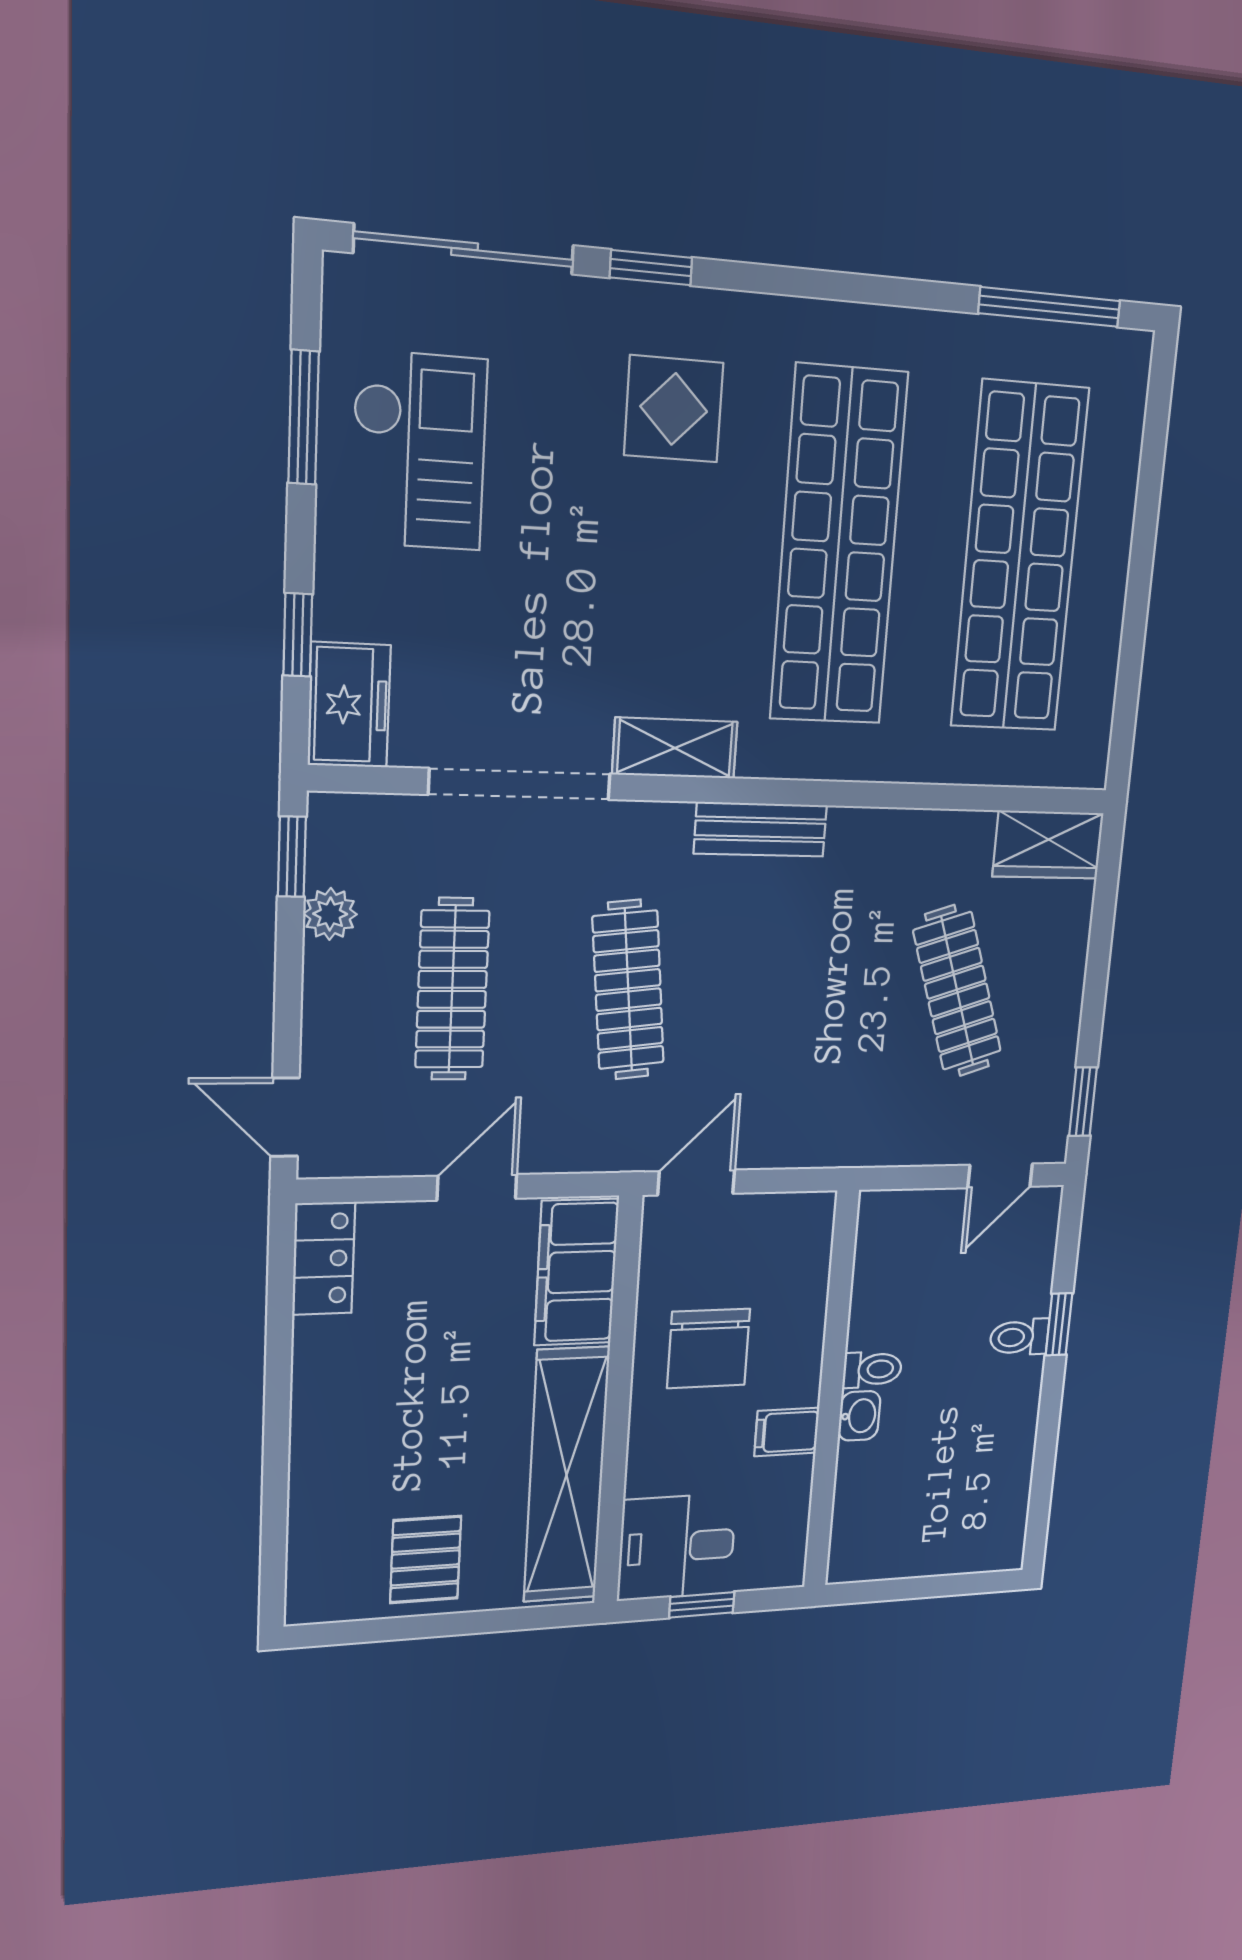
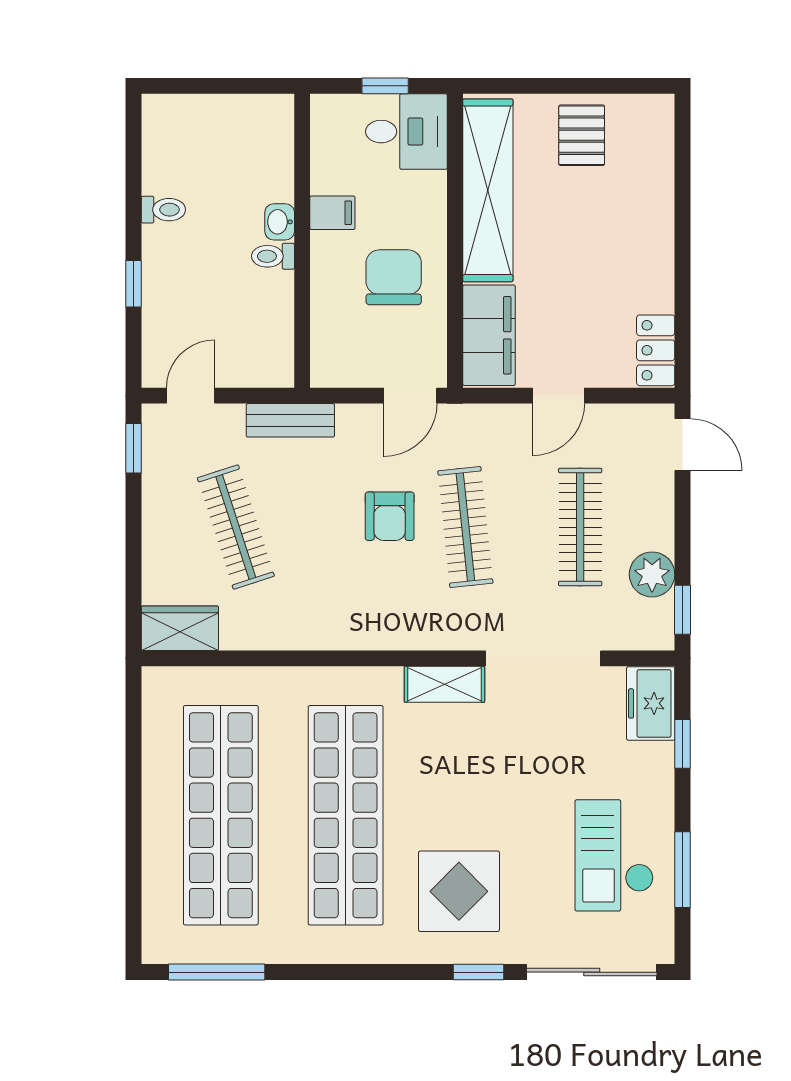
display table: (674, 409) -> (459, 891), width x1.36, depth x1.36
bench: (760, 829) -> (290, 420), moved
plant: (330, 914) -> (652, 574), width x1.38, depth x1.38
armchair: (739, 1006) -> (390, 516), added
toilet: (1019, 1337) -> (163, 210), moved

